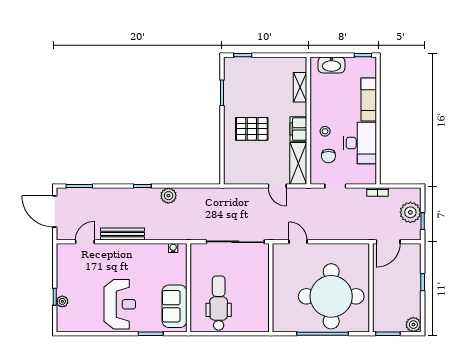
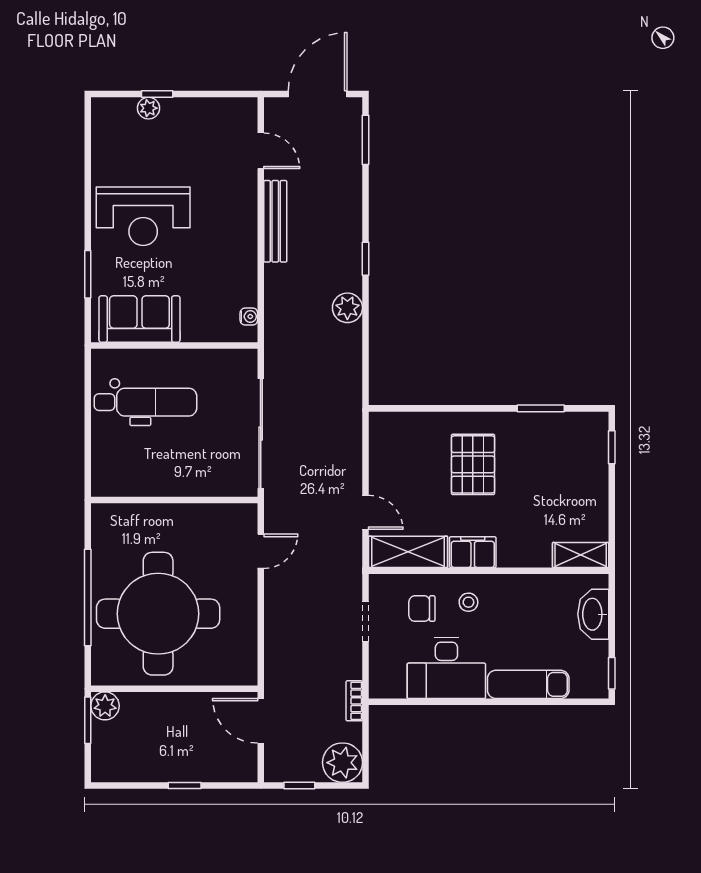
shelving: (300, 87) -> (581, 555), moved
door: (277, 186) -> (365, 512), swing flipped
plant: (410, 212) -> (342, 763), moved
plant: (413, 325) -> (105, 706), moved

